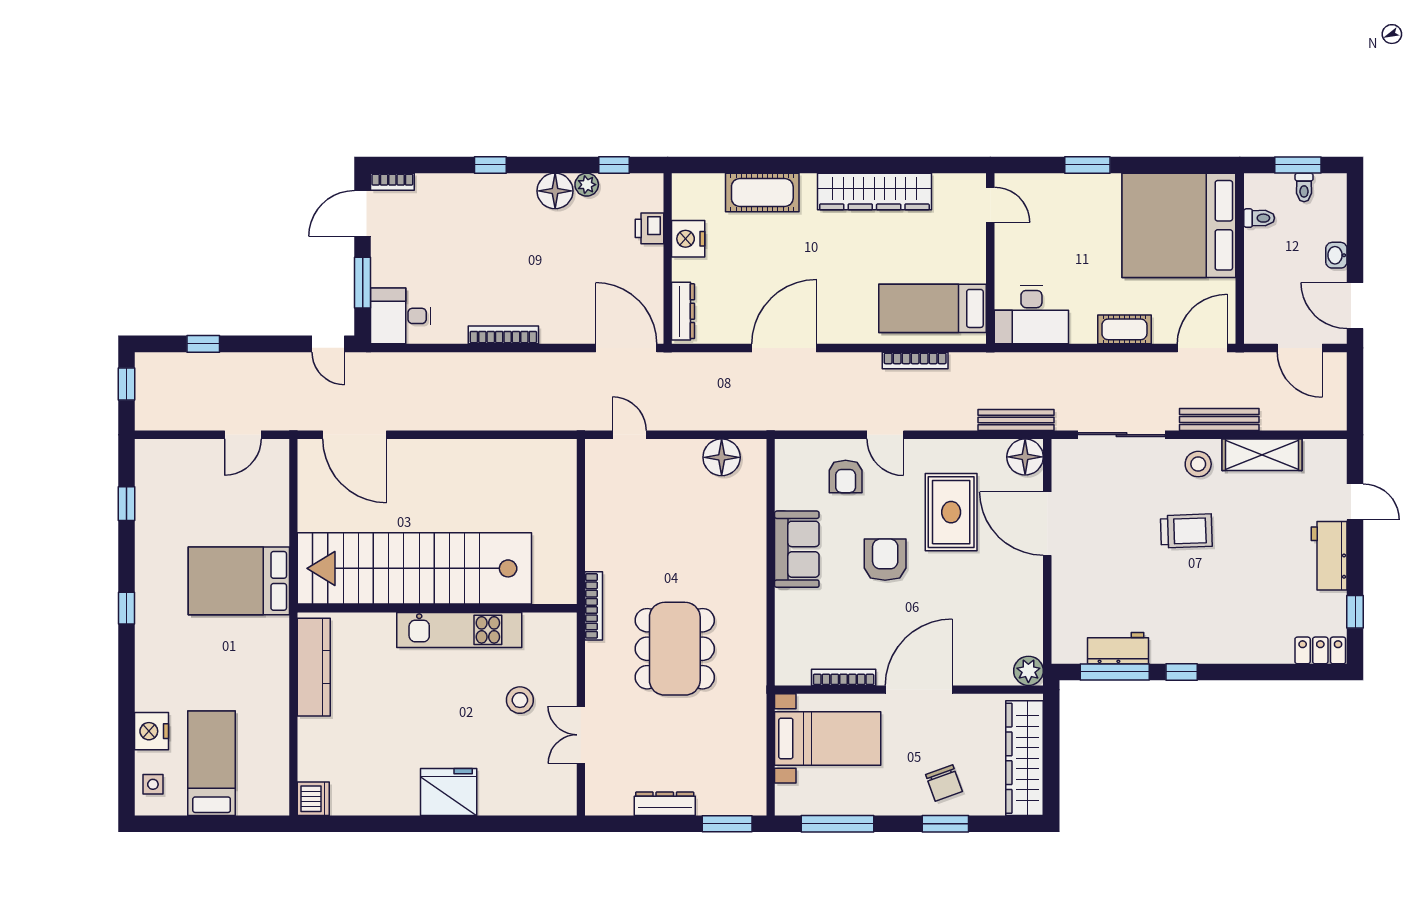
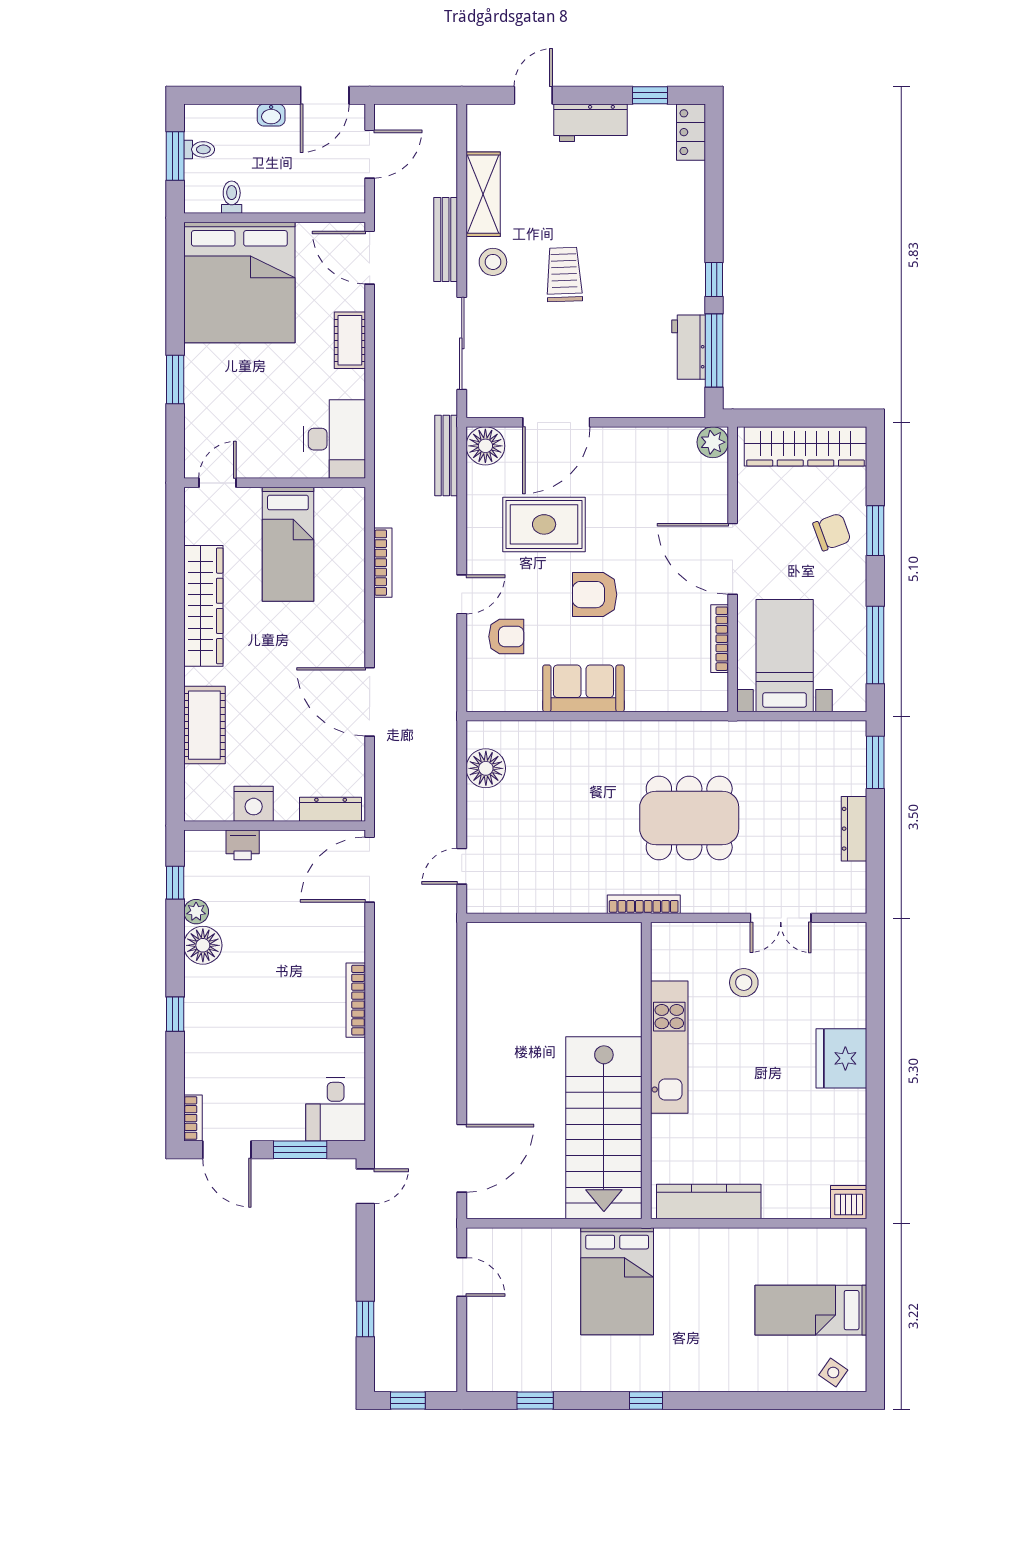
bed: (932, 308) -> (288, 544), moved
stairs: (414, 568) -> (604, 1128), width x0.73
nightstand: (152, 731) -> (777, 1374), removed
side table: (153, 784) -> (833, 1372), turned 35

